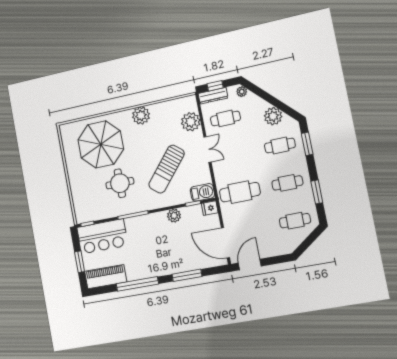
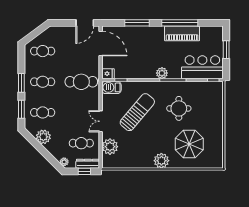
plant: (141, 116) -> (161, 161), moved
parasol: (101, 144) -> (189, 144), width x0.73, depth x0.73
window: (317, 192) -> (21, 83), moved
plant: (174, 216) -> (162, 73), moved
piano: (106, 277) -> (182, 33), moved

